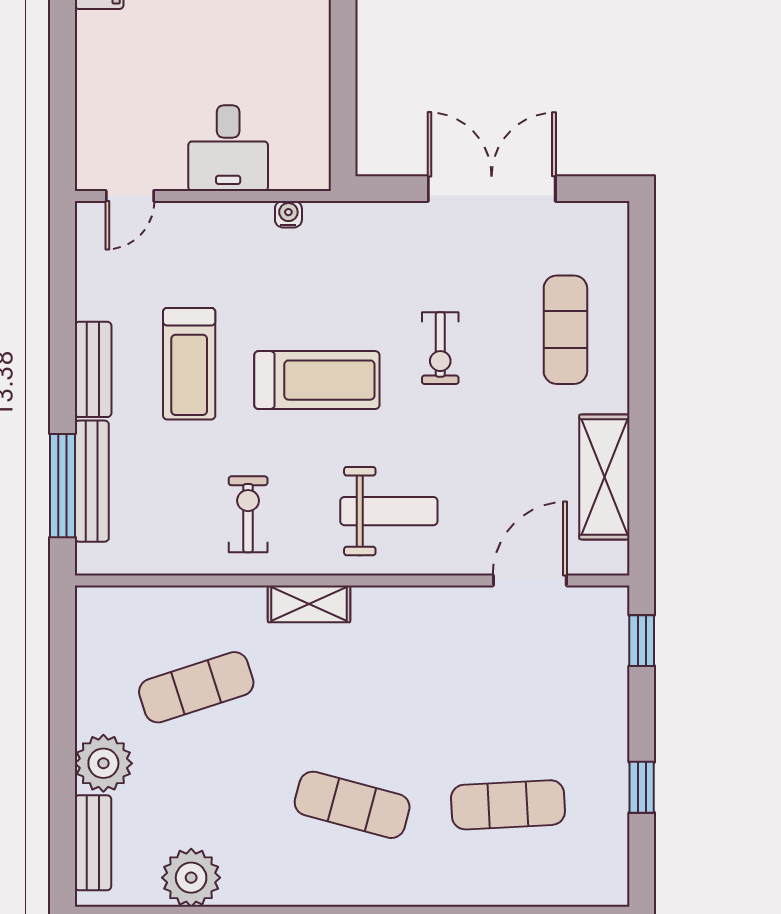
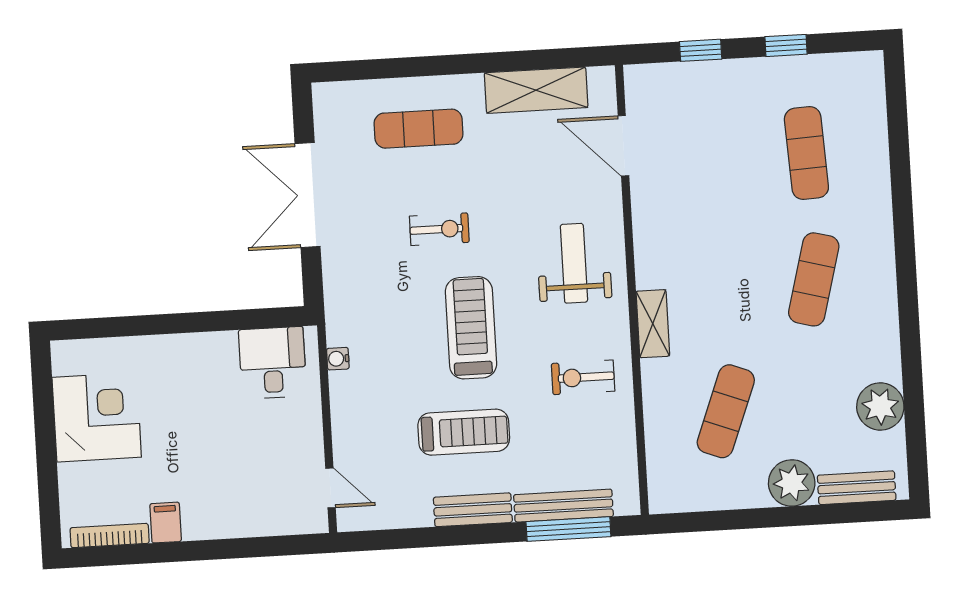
desk: (228, 148) -> (273, 363), moved, turned -90
window: (642, 641) -> (701, 50), moved
exercise mat: (196, 687) -> (726, 411), turned 39

